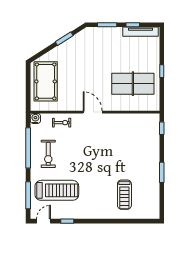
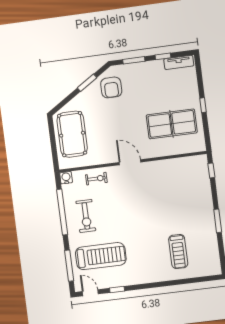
tv unit: (140, 32) -> (179, 62), width x0.71
armchair: (85, 46) -> (111, 87), added
door: (44, 221) -> (90, 293), hinge flipped

